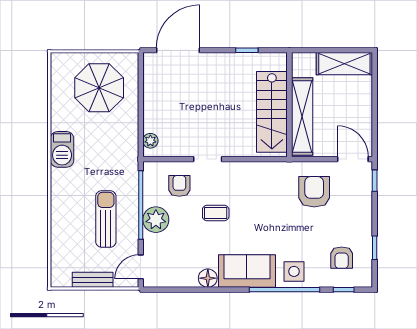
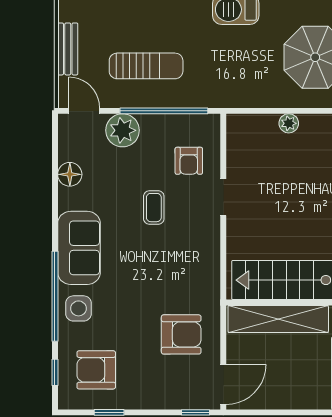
plant: (150, 141) -> (289, 123), moved
armchair: (179, 186) -> (189, 161), turned 90
plant: (156, 220) -> (123, 130), moved
armchair: (342, 258) -> (96, 370), width x1.38, depth x1.38
floor lamp: (208, 278) -> (70, 174), moved

